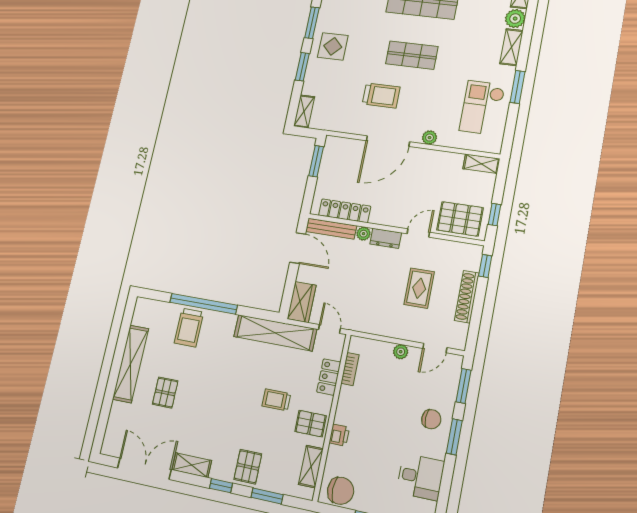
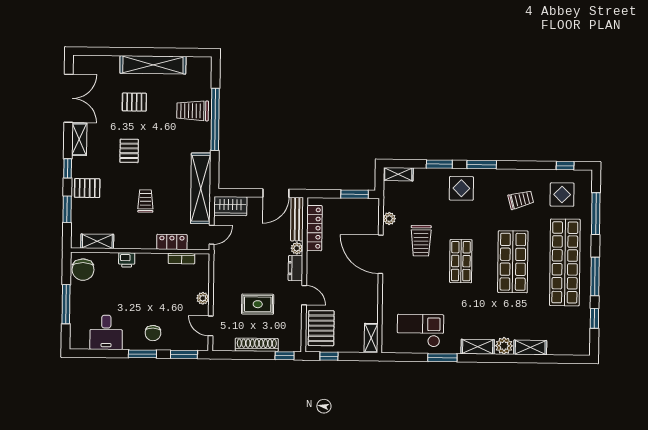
plant: (430, 138) -> (389, 219), moved
pallet: (311, 424) -> (129, 151), moved

